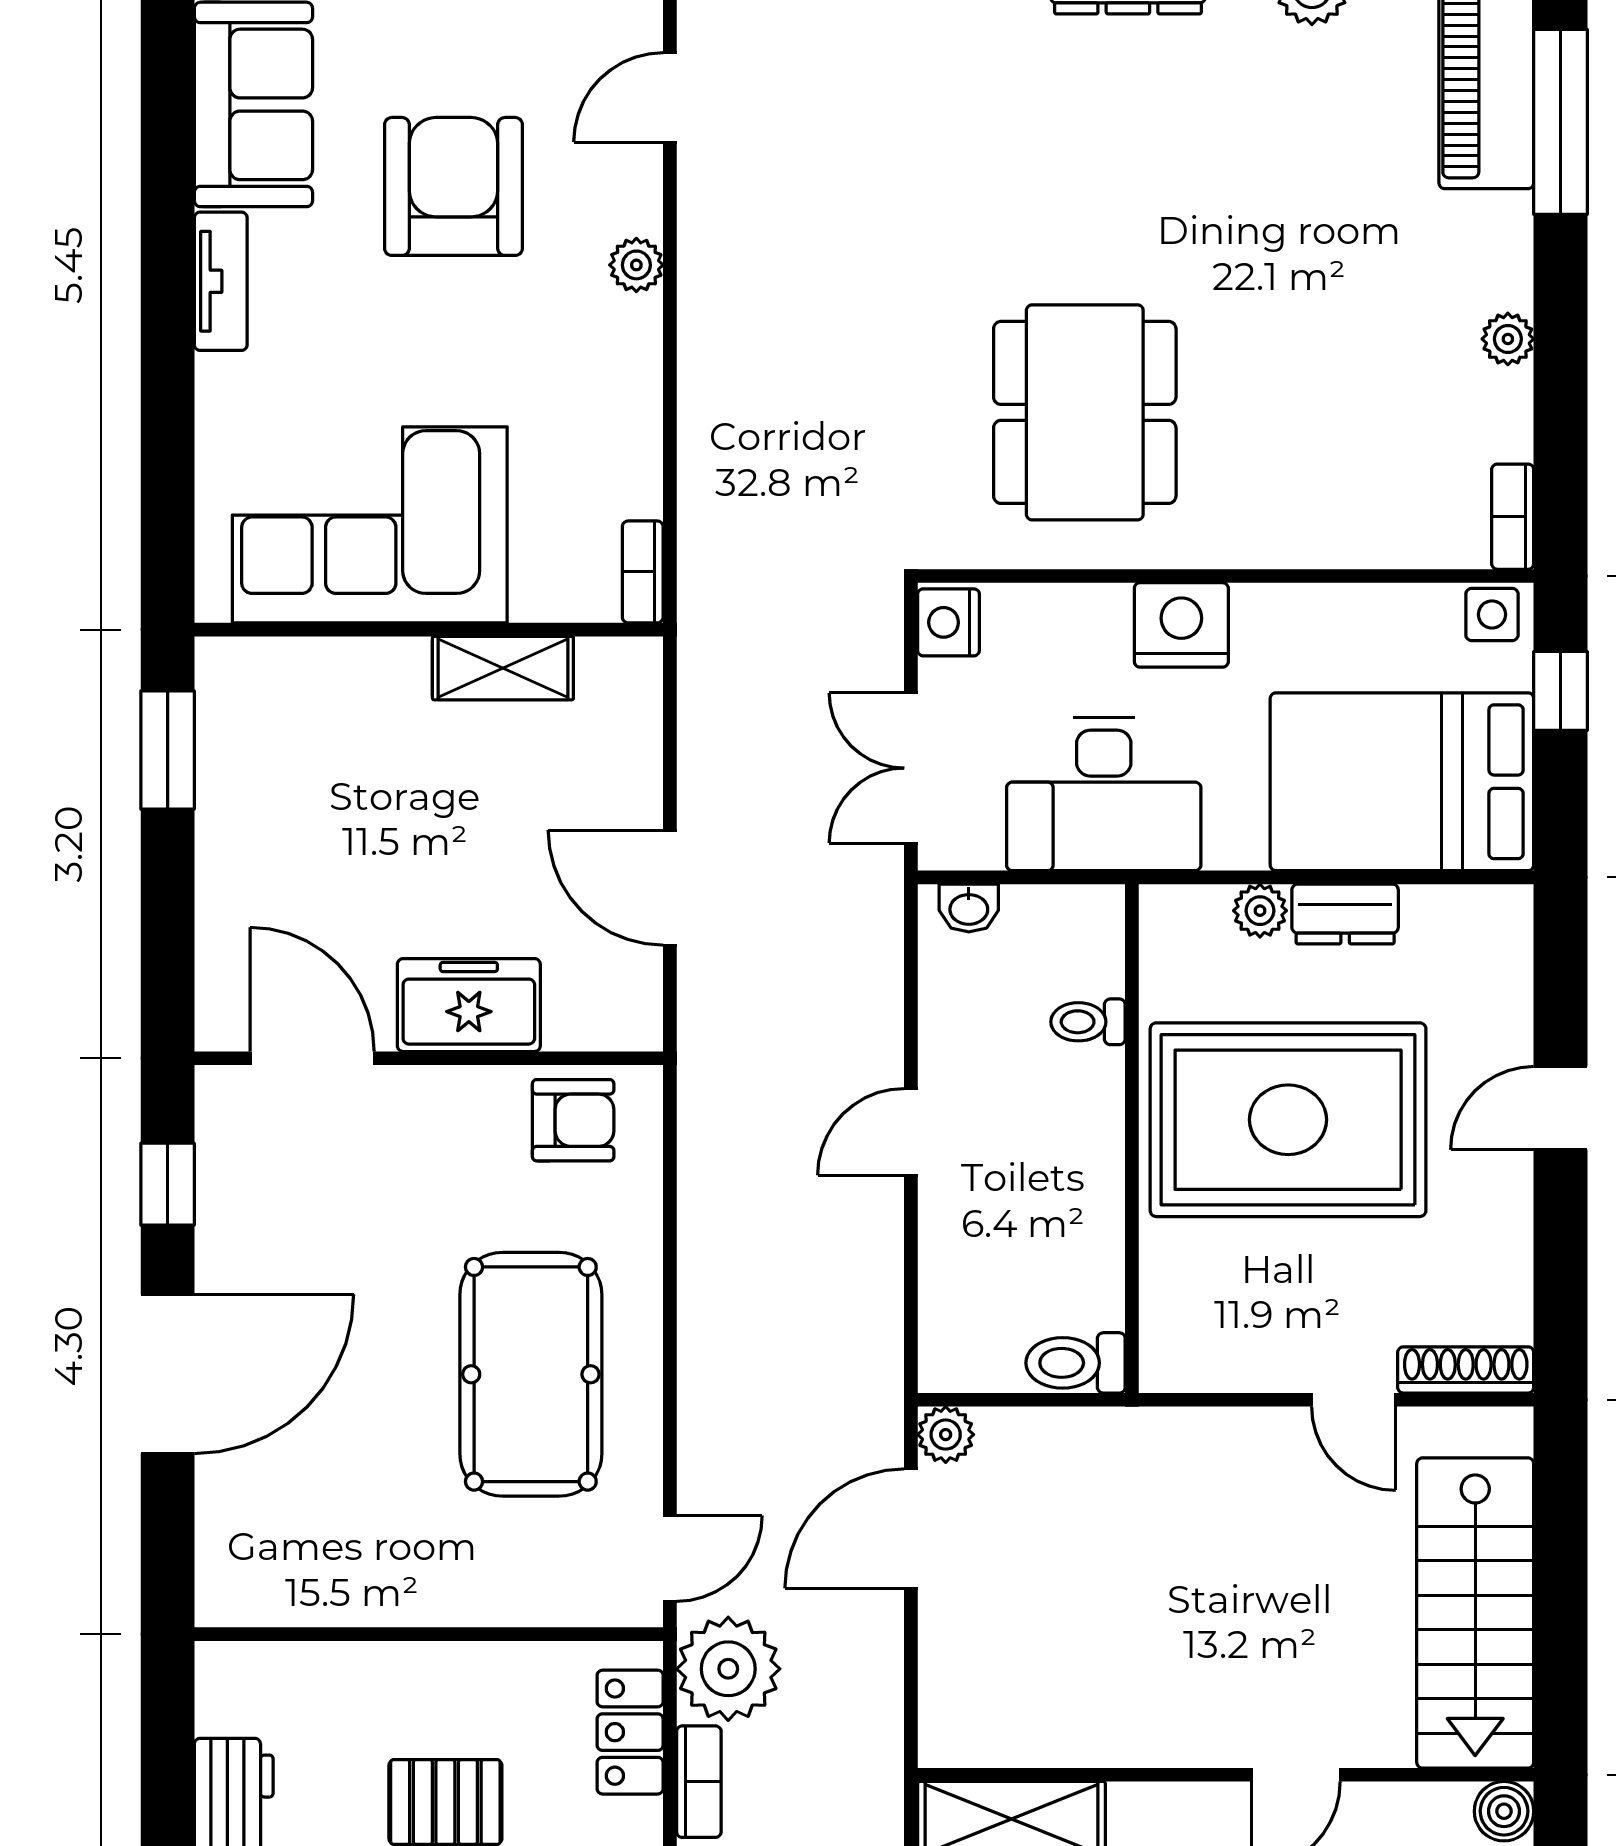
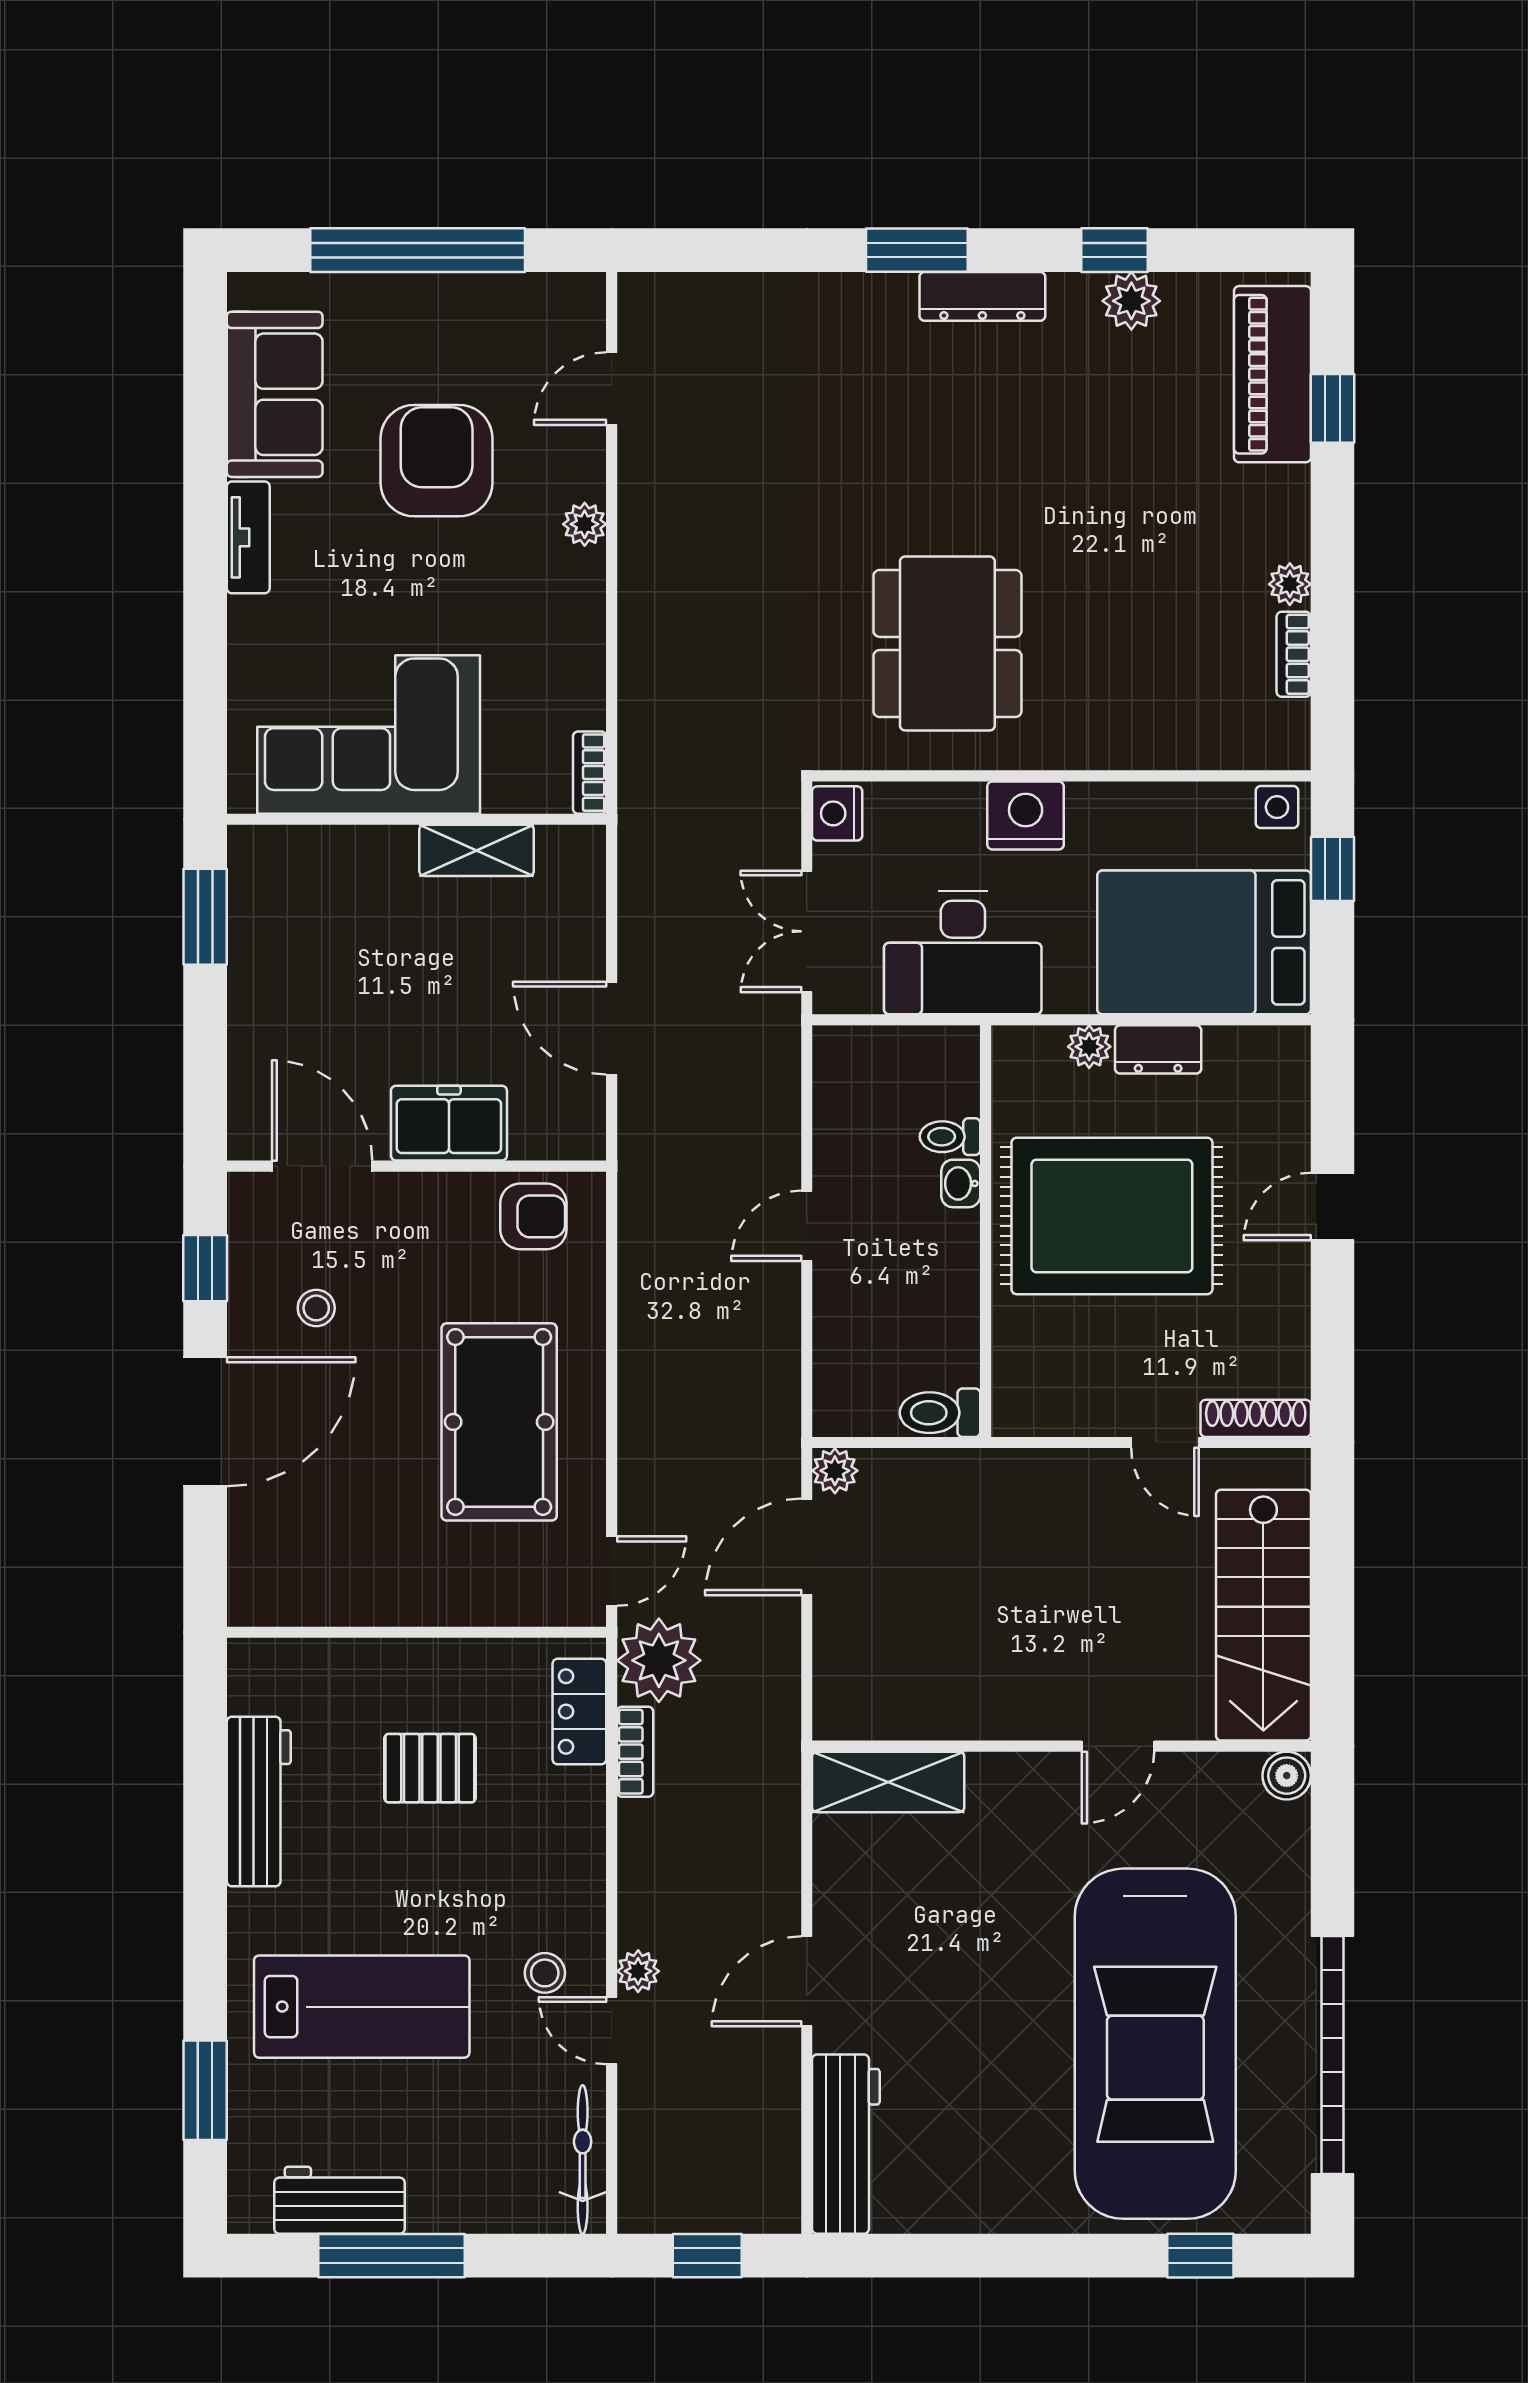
window: (1561, 122) -> (1332, 408), width x0.46
bookcase: (1513, 517) -> (1294, 654), moved
washbasin: (969, 908) -> (961, 1183), moved, turned 90
stool: (305, 1233) -> (316, 1308), added

